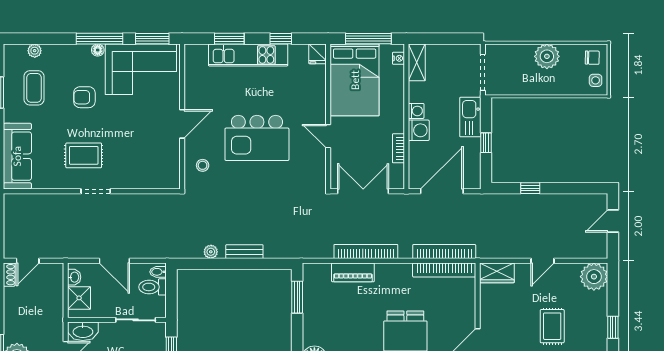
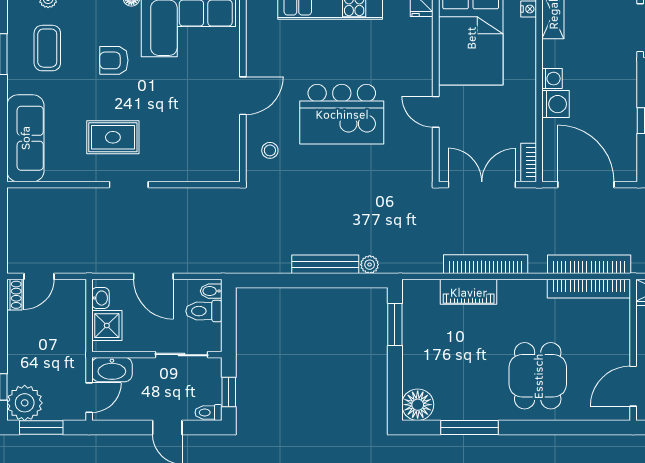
kitchen sink: (470, 117) -> (623, 87), removed
bookcase: (398, 148) -> (529, 162), moved
door: (442, 191) -> (586, 185), hinge flipped
plant: (211, 252) -> (370, 265), moved
bench: (244, 252) -> (325, 264), width x1.36

